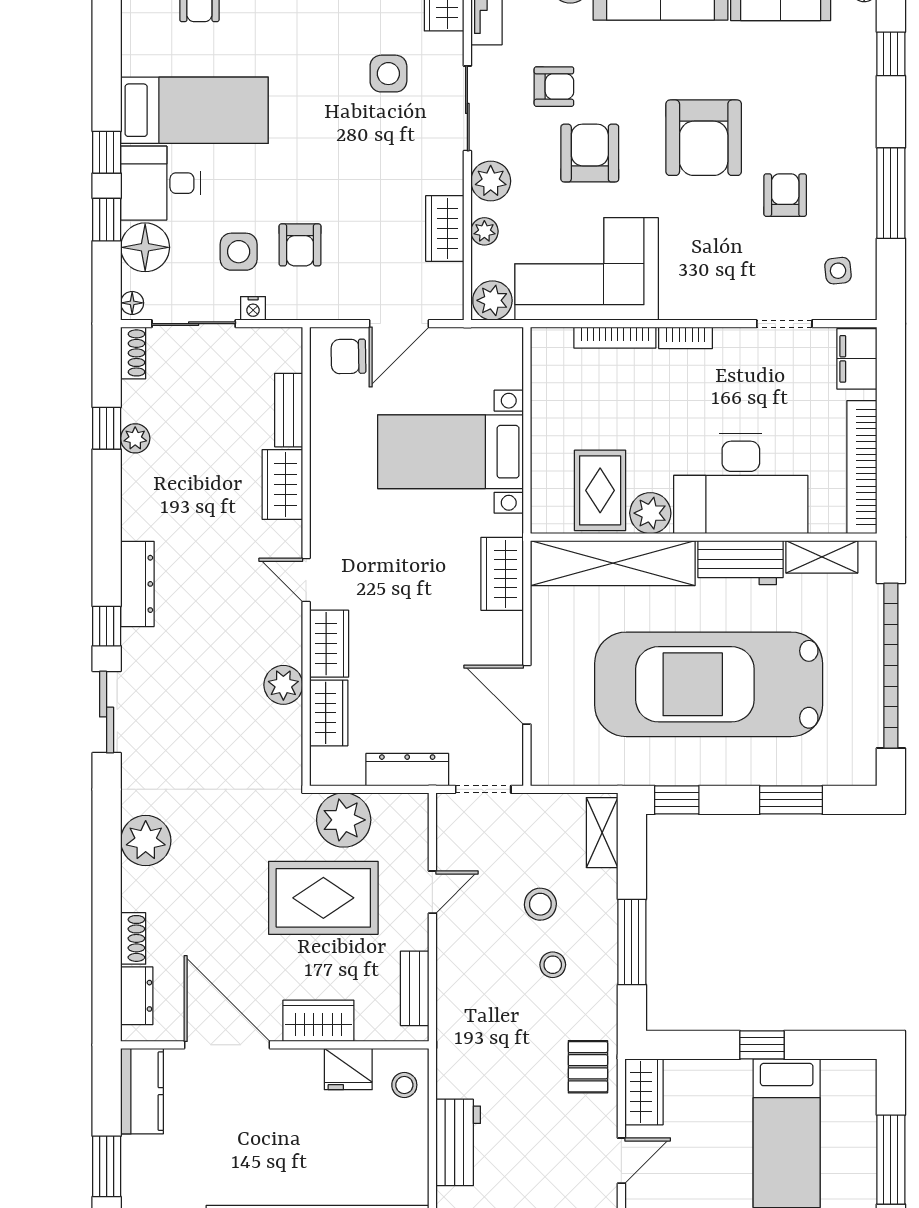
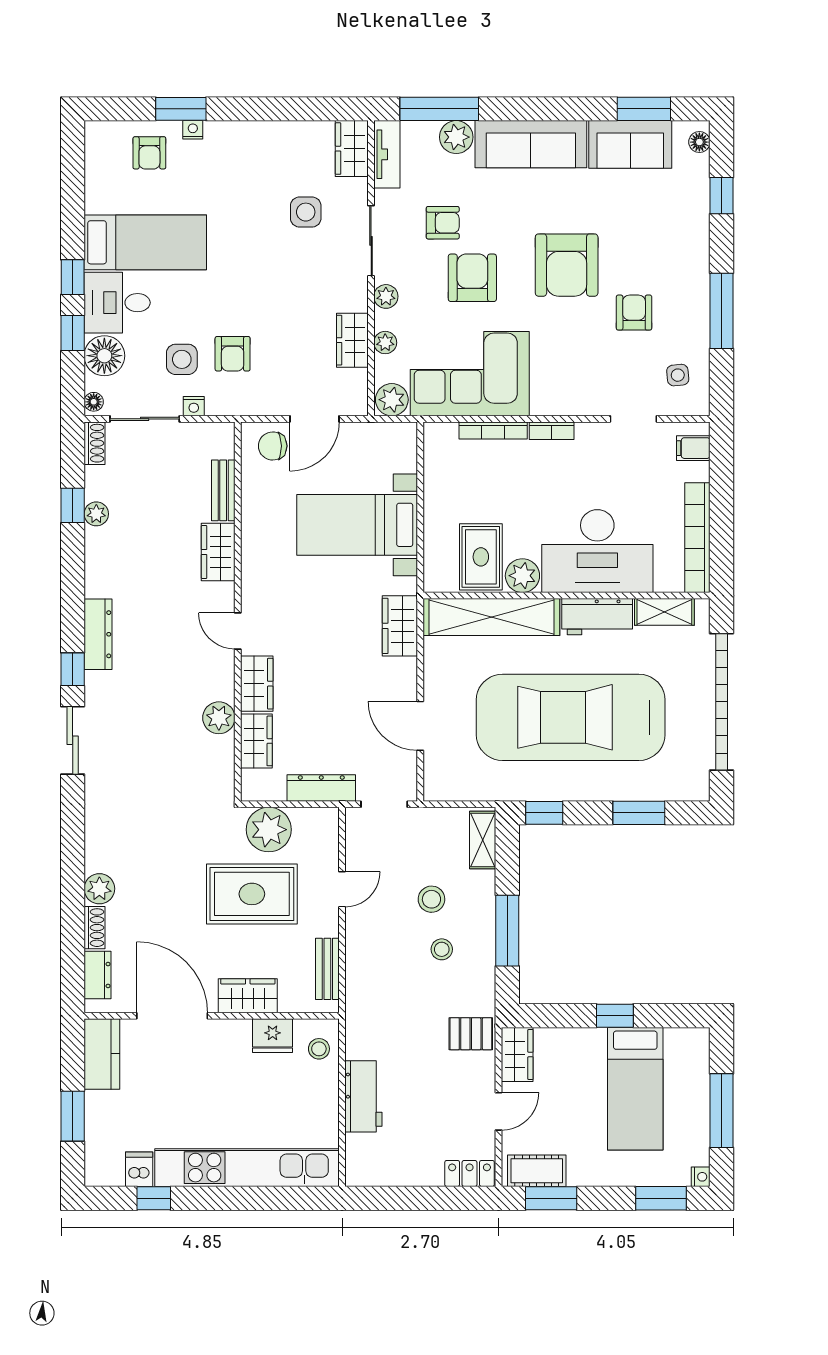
plant: (491, 181) -> (386, 296), width x0.73, depth x0.73
filing cabinet: (857, 359) -> (693, 448), width x0.50
plant: (146, 841) -> (99, 889), moved, width x0.73, depth x0.73
pallet: (588, 1067) -> (471, 1034), turned 90

